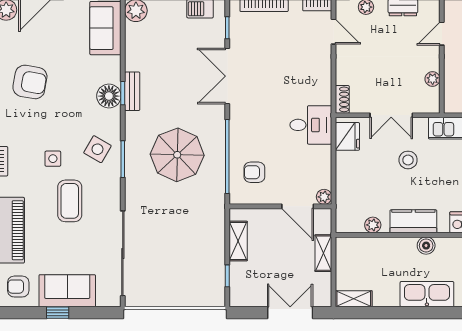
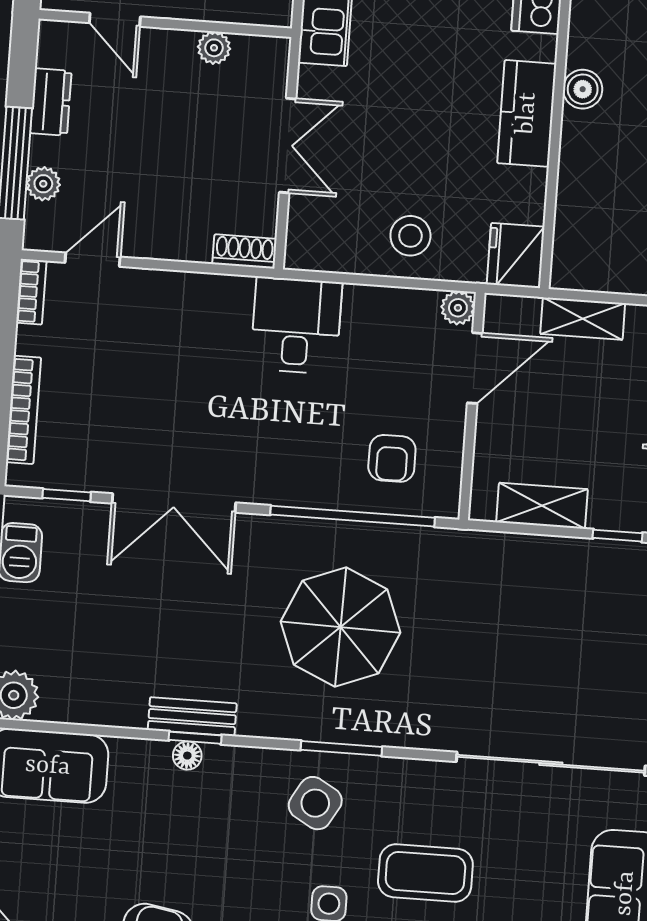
floor lamp: (109, 96) -> (187, 756), width x0.53, depth x0.53
fridge: (347, 136) -> (516, 255), moved, turned -90
stool: (408, 160) -> (410, 236), moved
plant: (373, 225) -> (528, 204), removed

